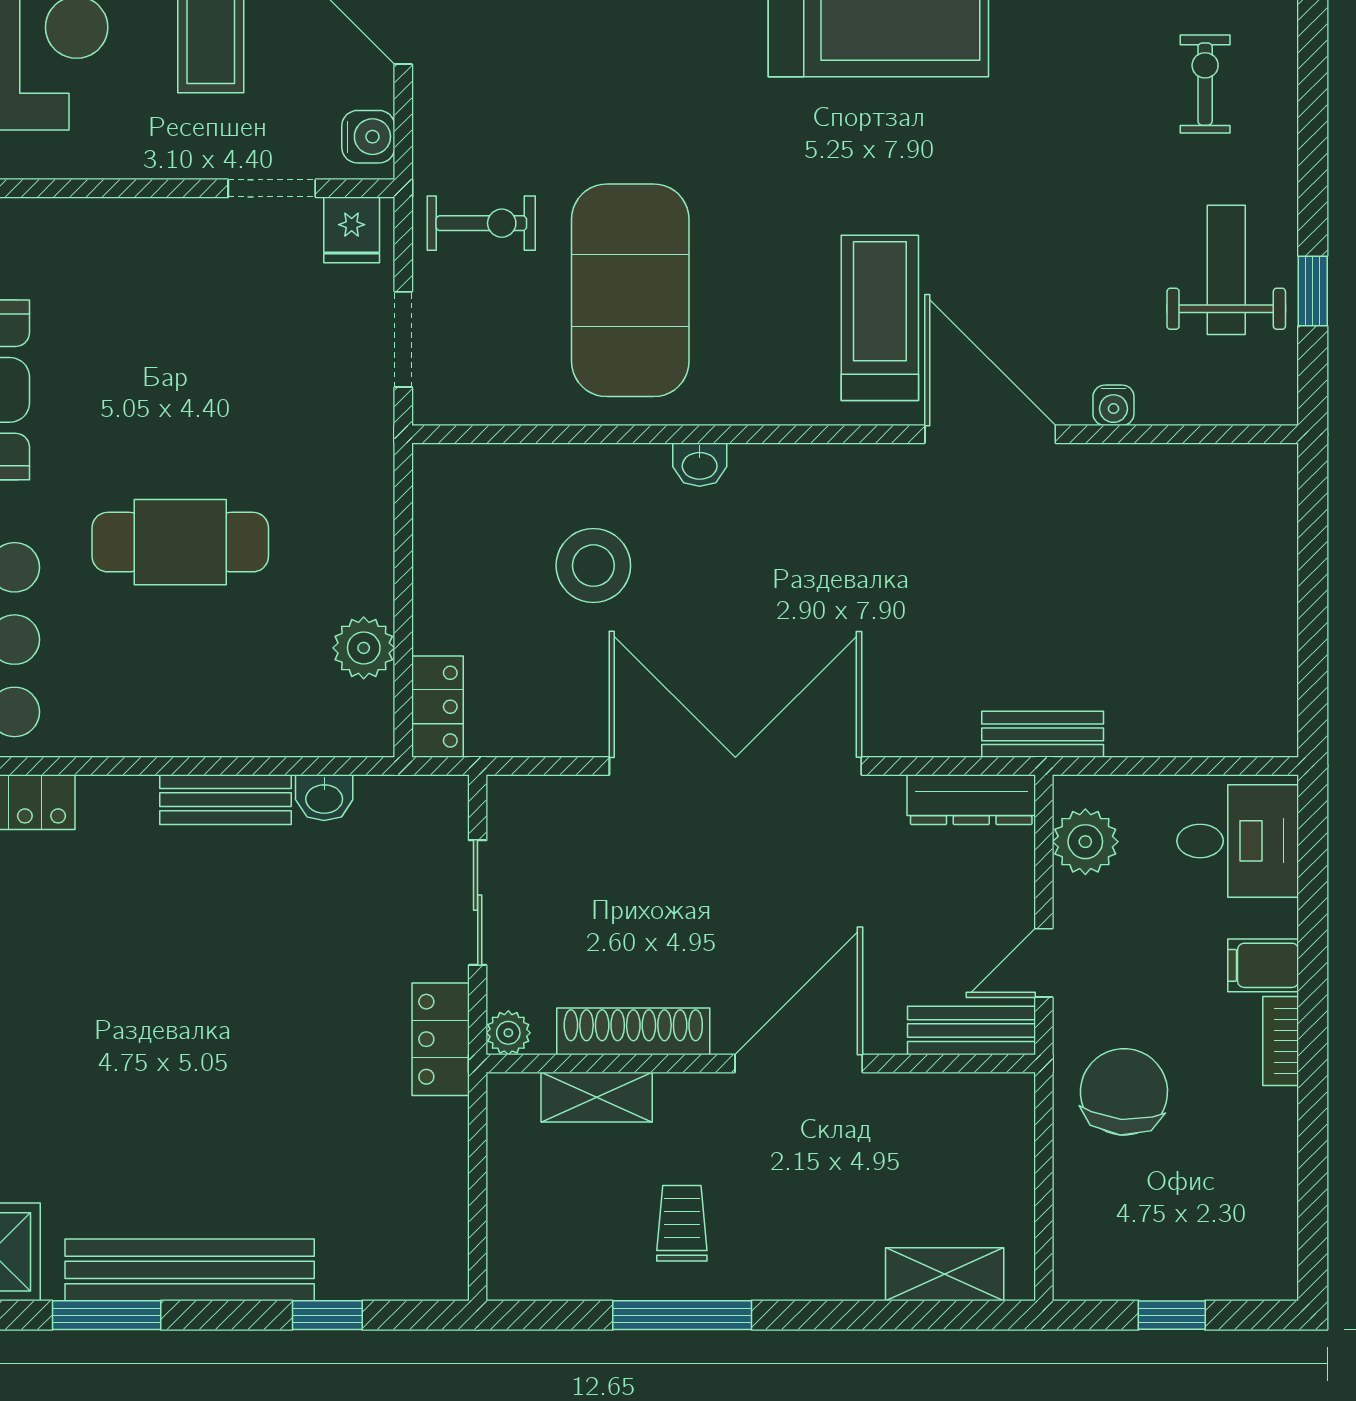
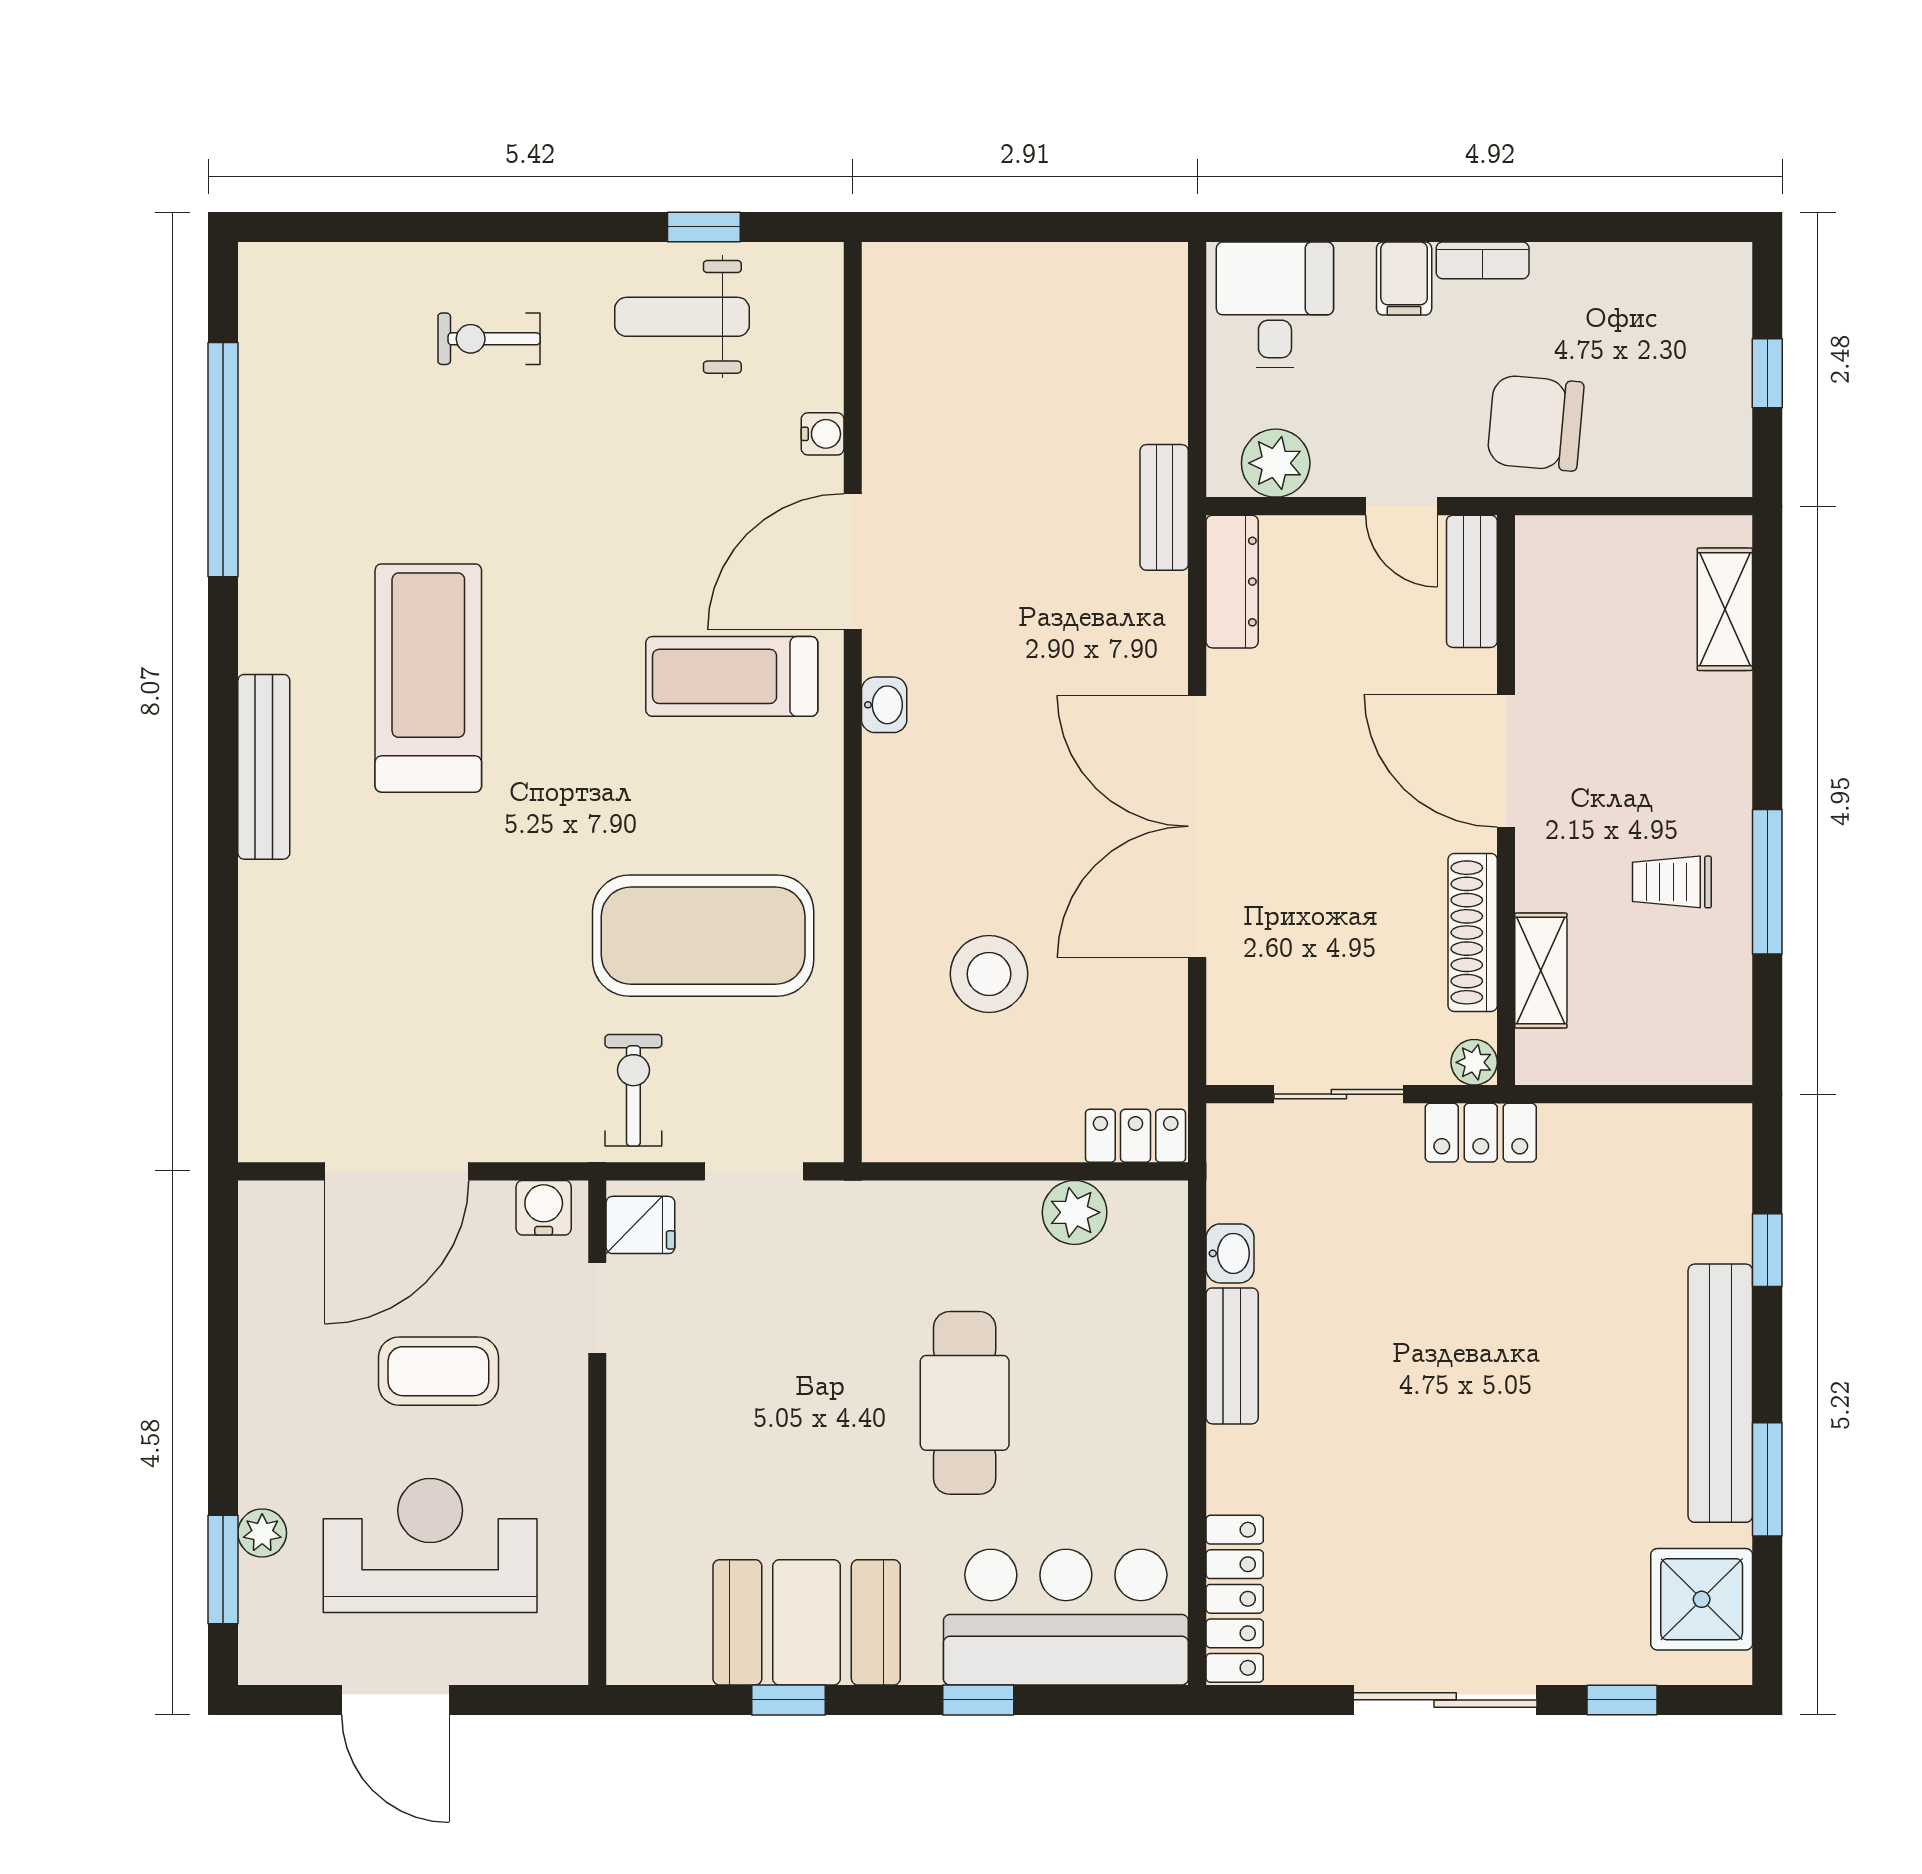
washbasin: (700, 465) -> (884, 705), moved

